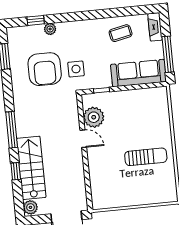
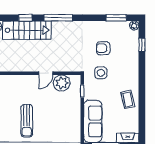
plant: (50, 29) -> (134, 26), moved
coffee table: (121, 33) -> (128, 99), moved
armchair: (45, 69) -> (103, 48), width x0.53, depth x0.53

